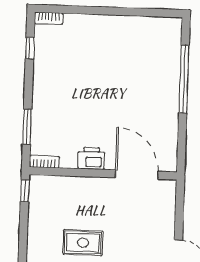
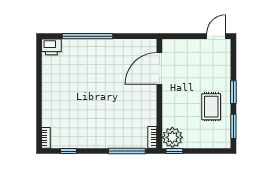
window: (27, 127) -> (127, 151), width x1.44
printer: (91, 158) -> (51, 47), moved, turned -90
plant: (43, 189) -> (172, 137), added

